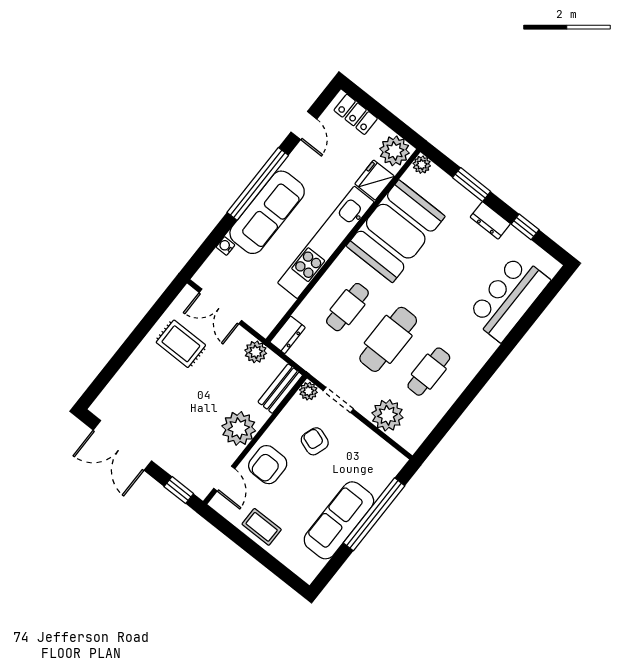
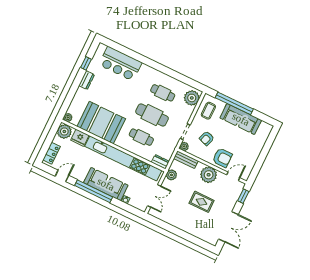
window: (472, 184) -> (72, 92), removed
kitchen unit: (326, 242) -> (123, 158), width x1.36
rug: (181, 344) -> (202, 202), moved, turned 90
plant: (387, 415) -> (192, 98), moved
coffee table: (262, 527) -> (208, 111), moved

